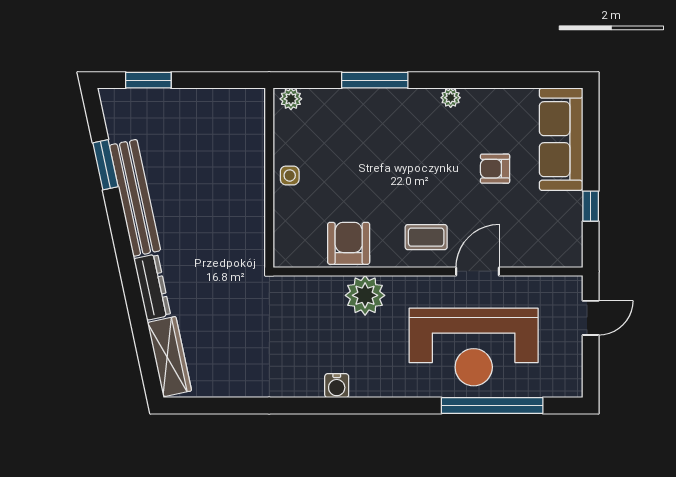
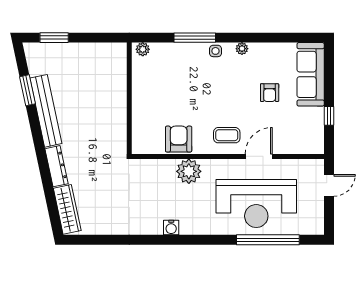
armchair: (495, 169) -> (270, 93), turned -90
side table: (290, 175) -> (215, 51), moved

